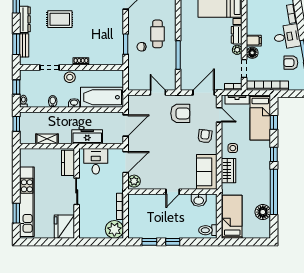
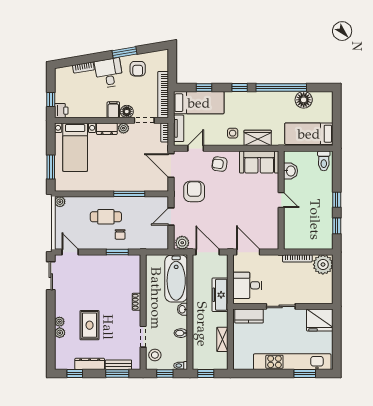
stool: (70, 77) -> (155, 355), moved
plant: (134, 181) -> (182, 243), moved

